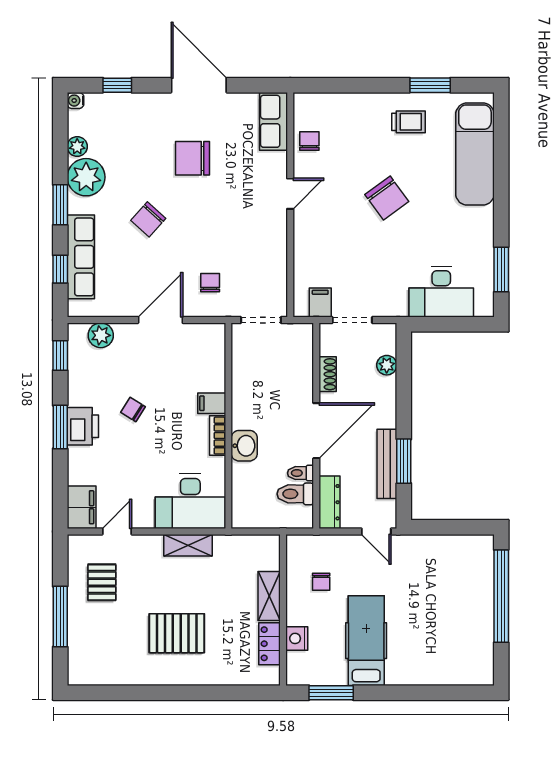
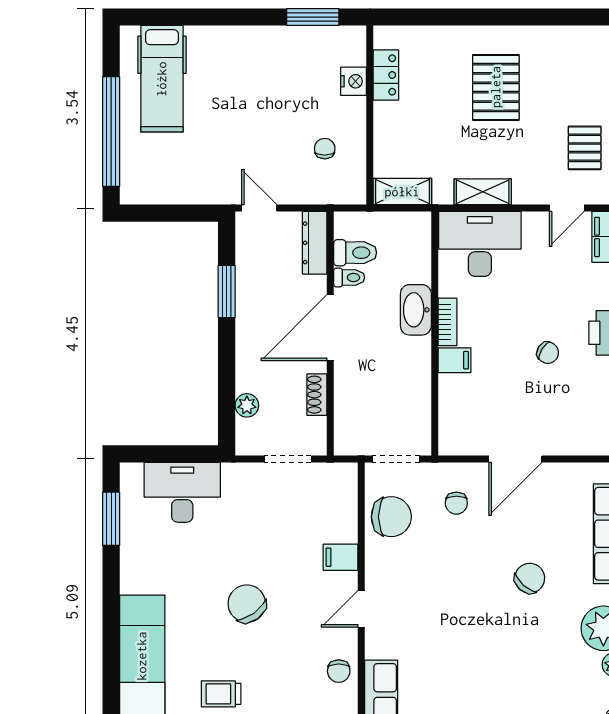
chair: (192, 158) -> (391, 517), moved
filing cabinet: (320, 302) -> (341, 557), moved, turned 90
plant: (101, 335) -> (586, 441), removed
washbasin: (244, 446) -> (416, 310), width x1.38
bench: (387, 464) -> (247, 288), removed
shelving: (269, 596) -> (402, 192), moved, turned 90
pallet: (177, 633) -> (496, 87), turned 90
hospital bed: (366, 641) -> (162, 79), moved

